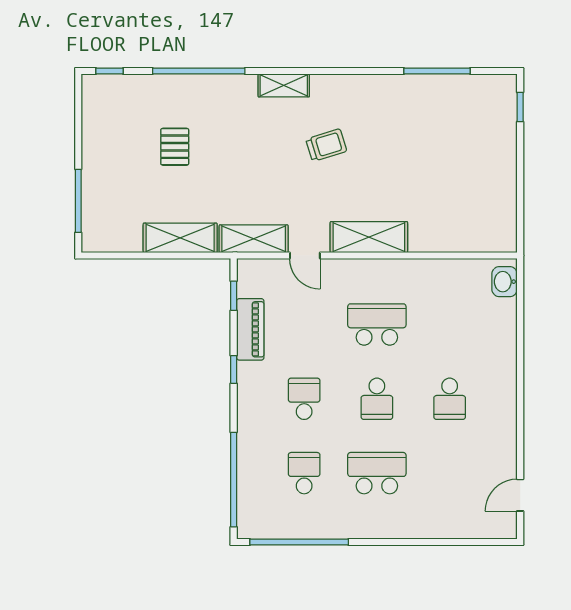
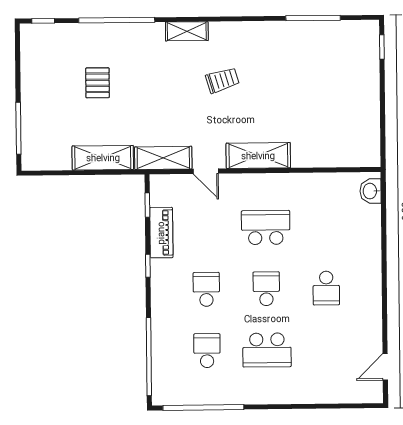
school desk: (377, 399) -> (266, 289), turned 180
school desk: (377, 473) -> (267, 350), turned 180

